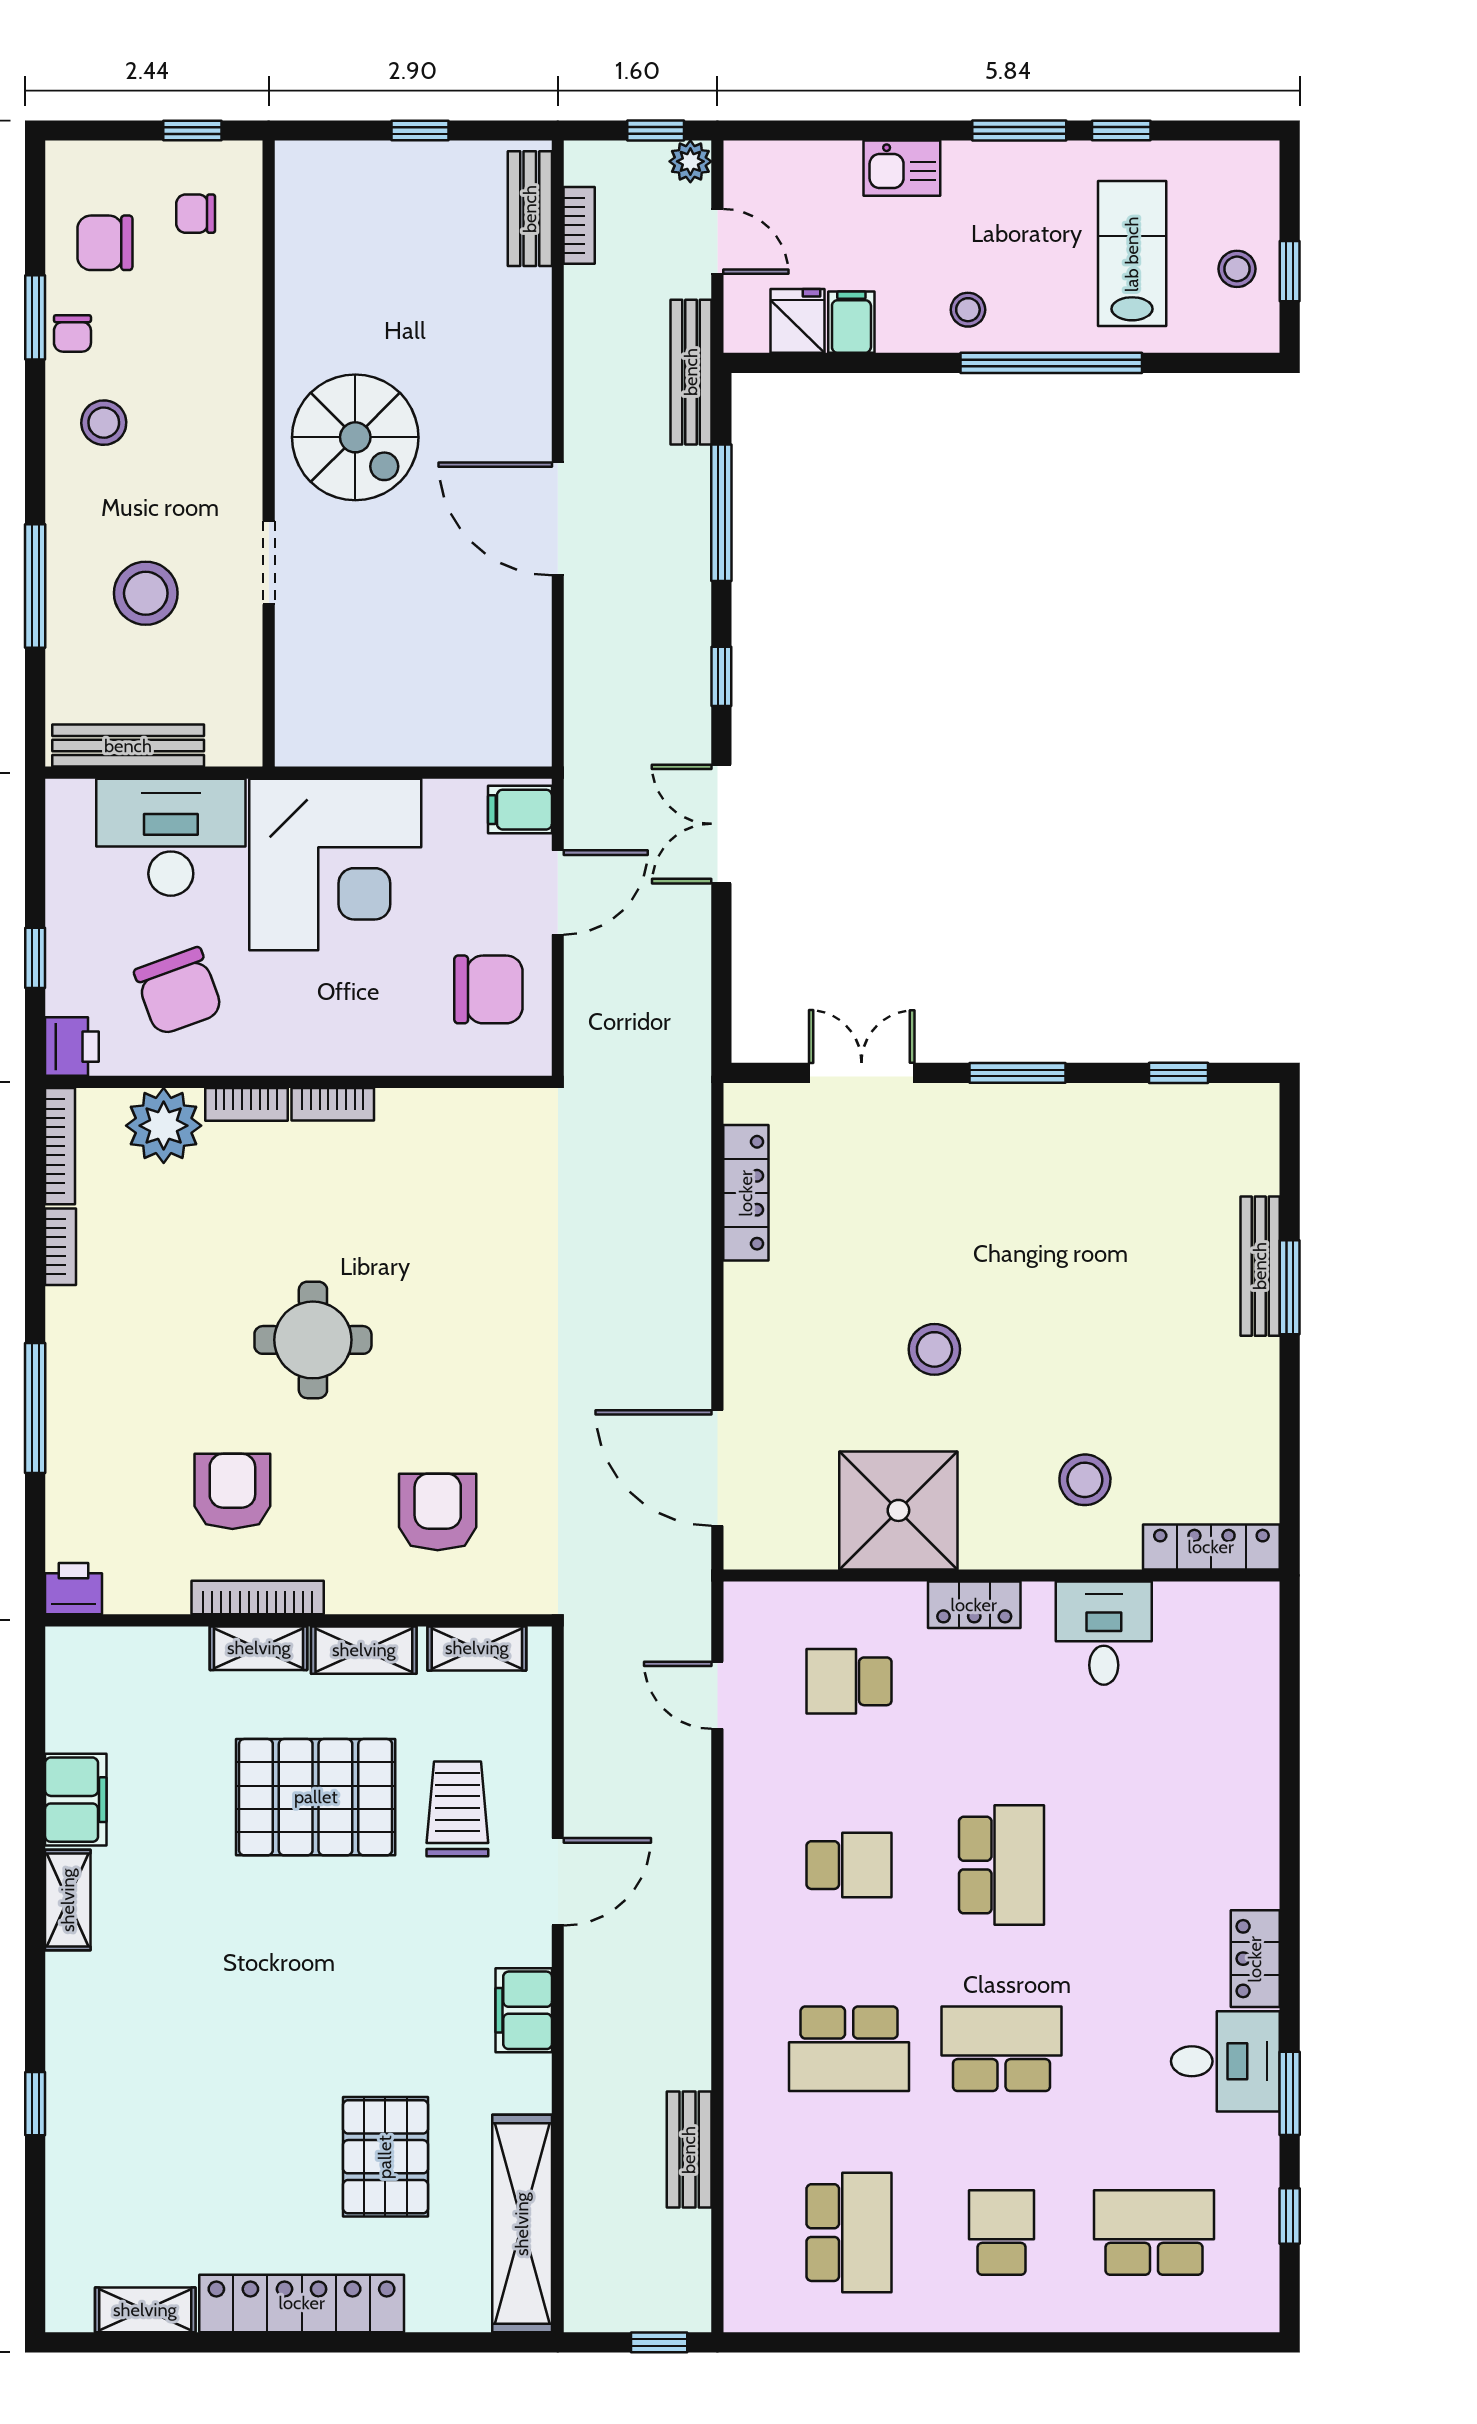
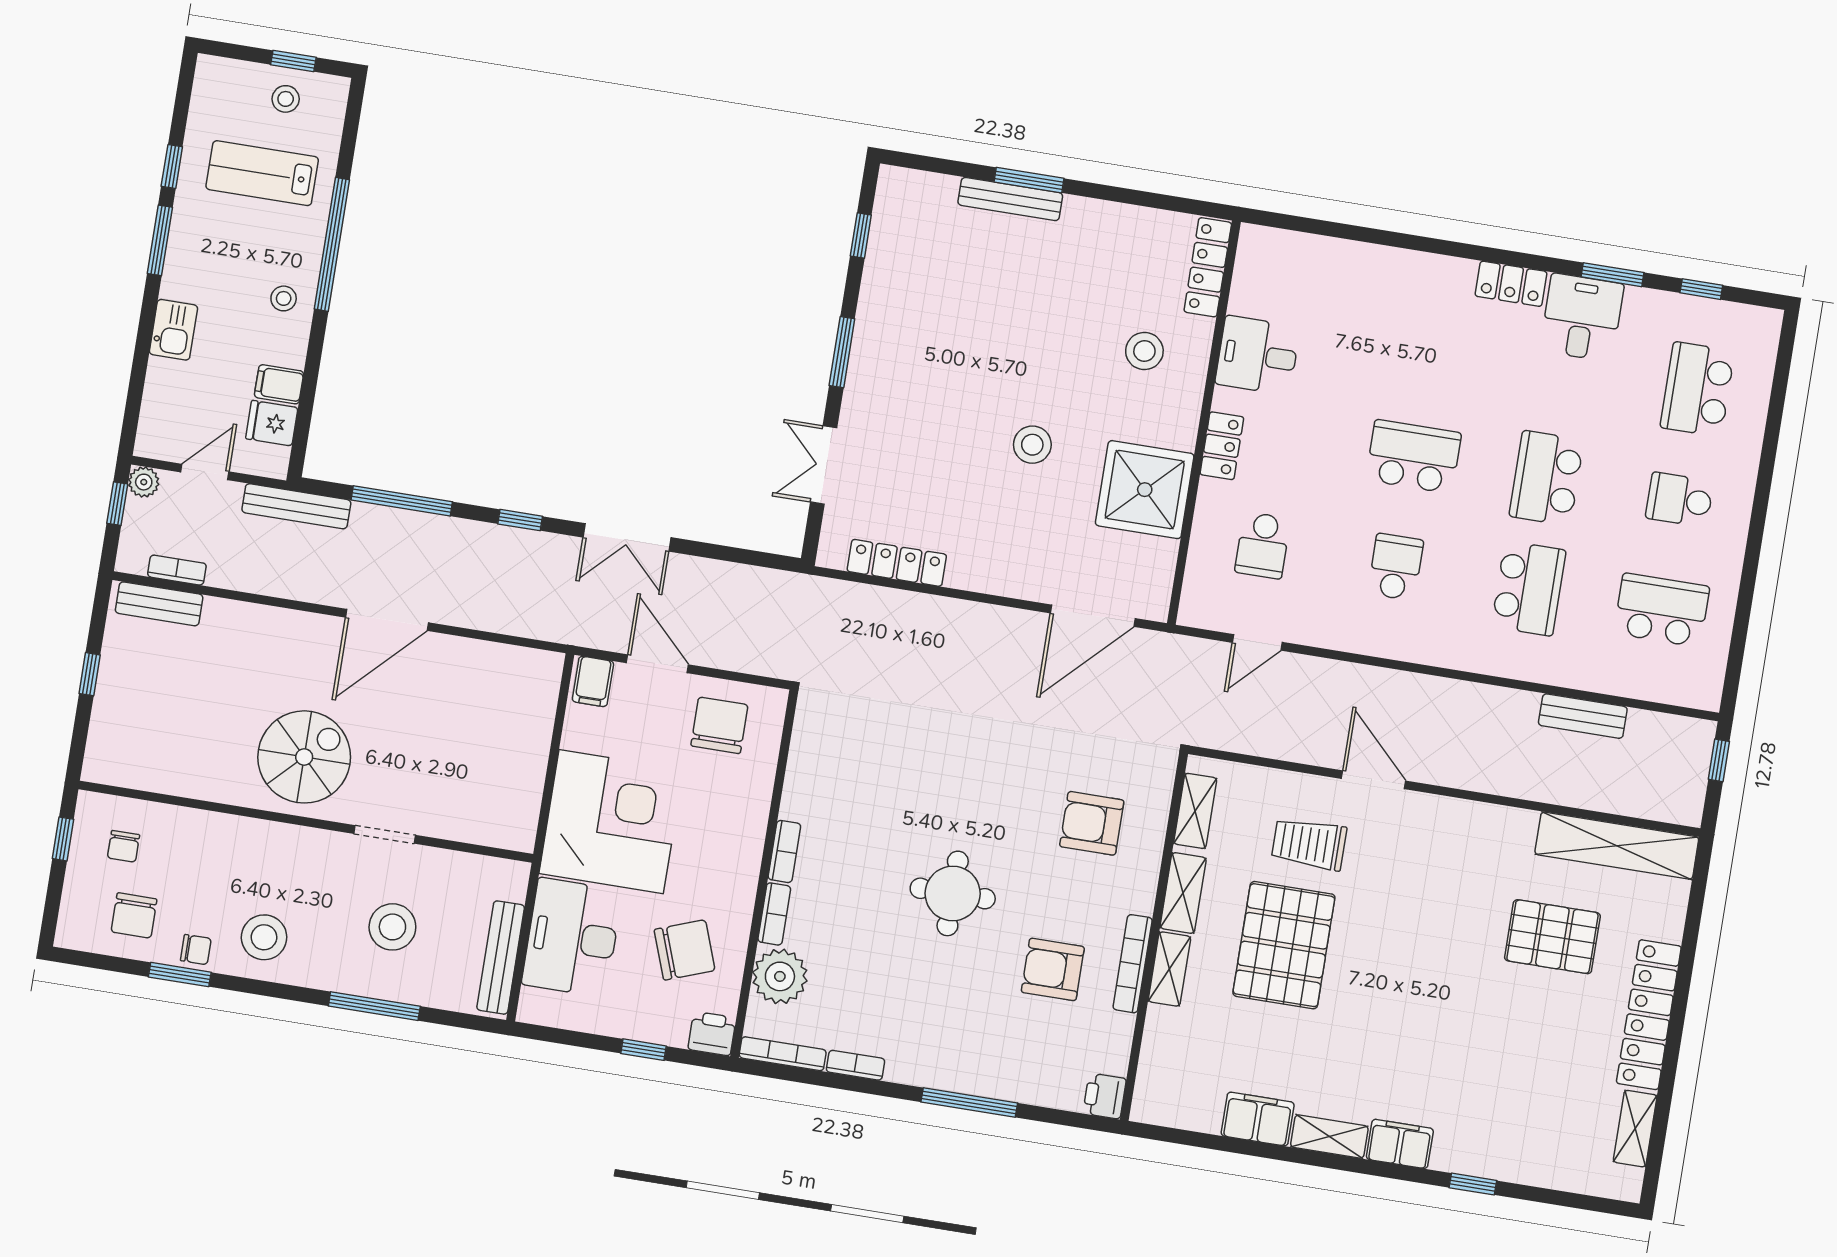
stool: (104, 423) -> (264, 937), width x1.38, depth x1.38
filing cabinet: (524, 2010) -> (1400, 1144), moved, turned 180

